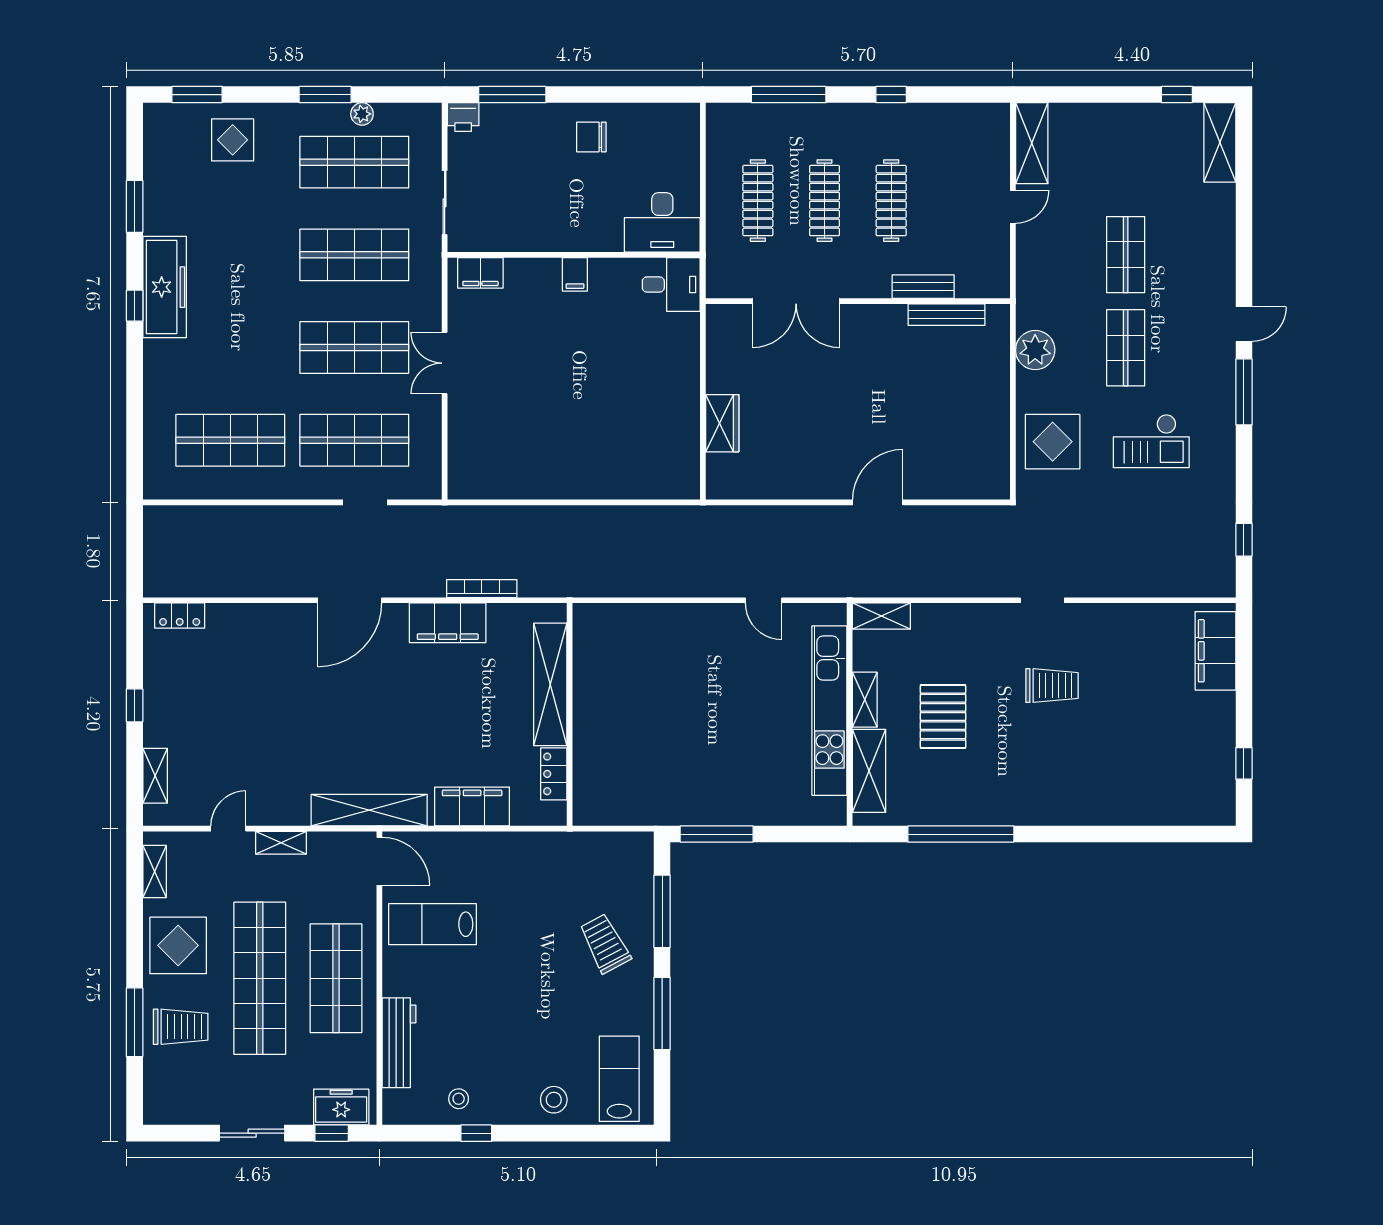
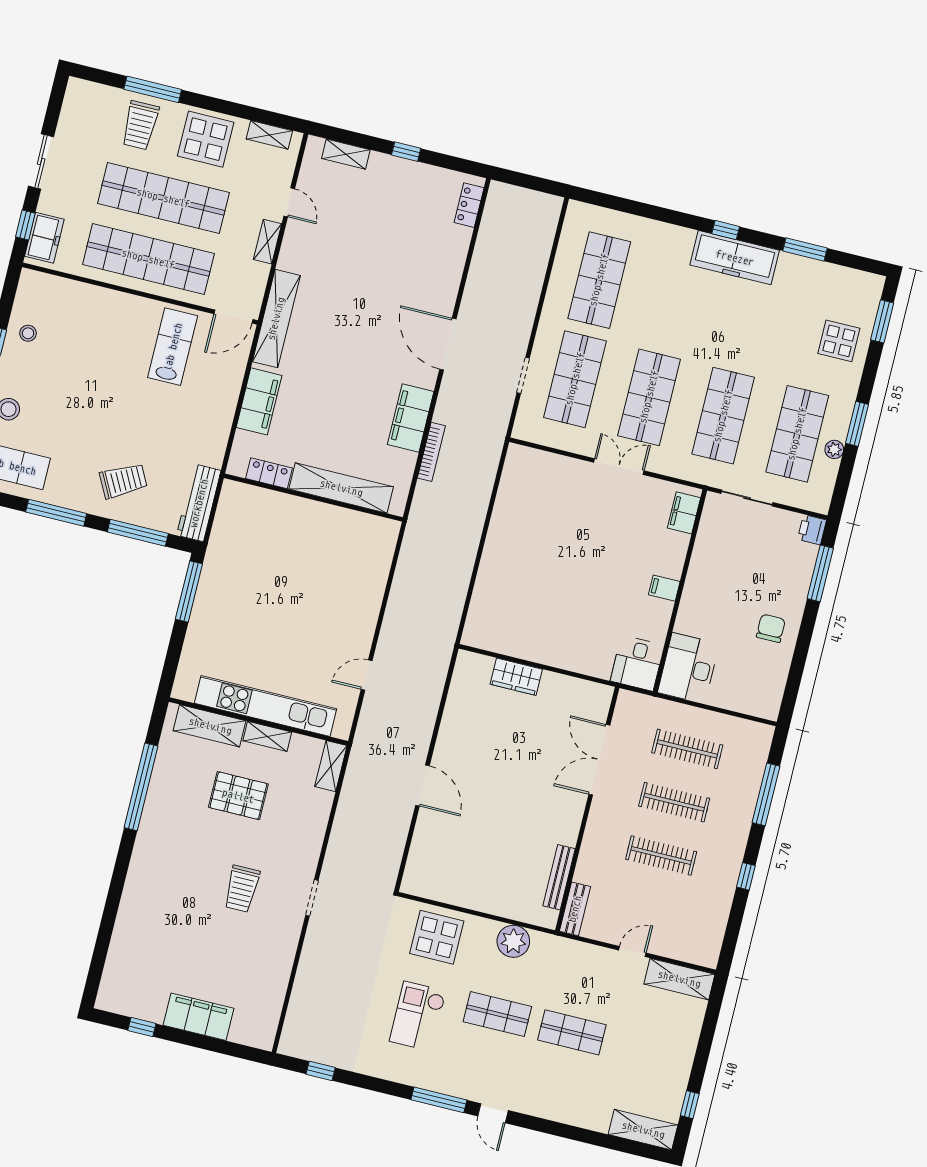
door: (1013, 207) -> (632, 952), swing flipped
bench: (923, 287) -> (575, 909), moved
filing cabinet: (1215, 651) -> (198, 1017), moved
shop shelf: (336, 978) -> (148, 259), width x1.40
workbench: (399, 1043) -> (199, 503), moved, turned 90

